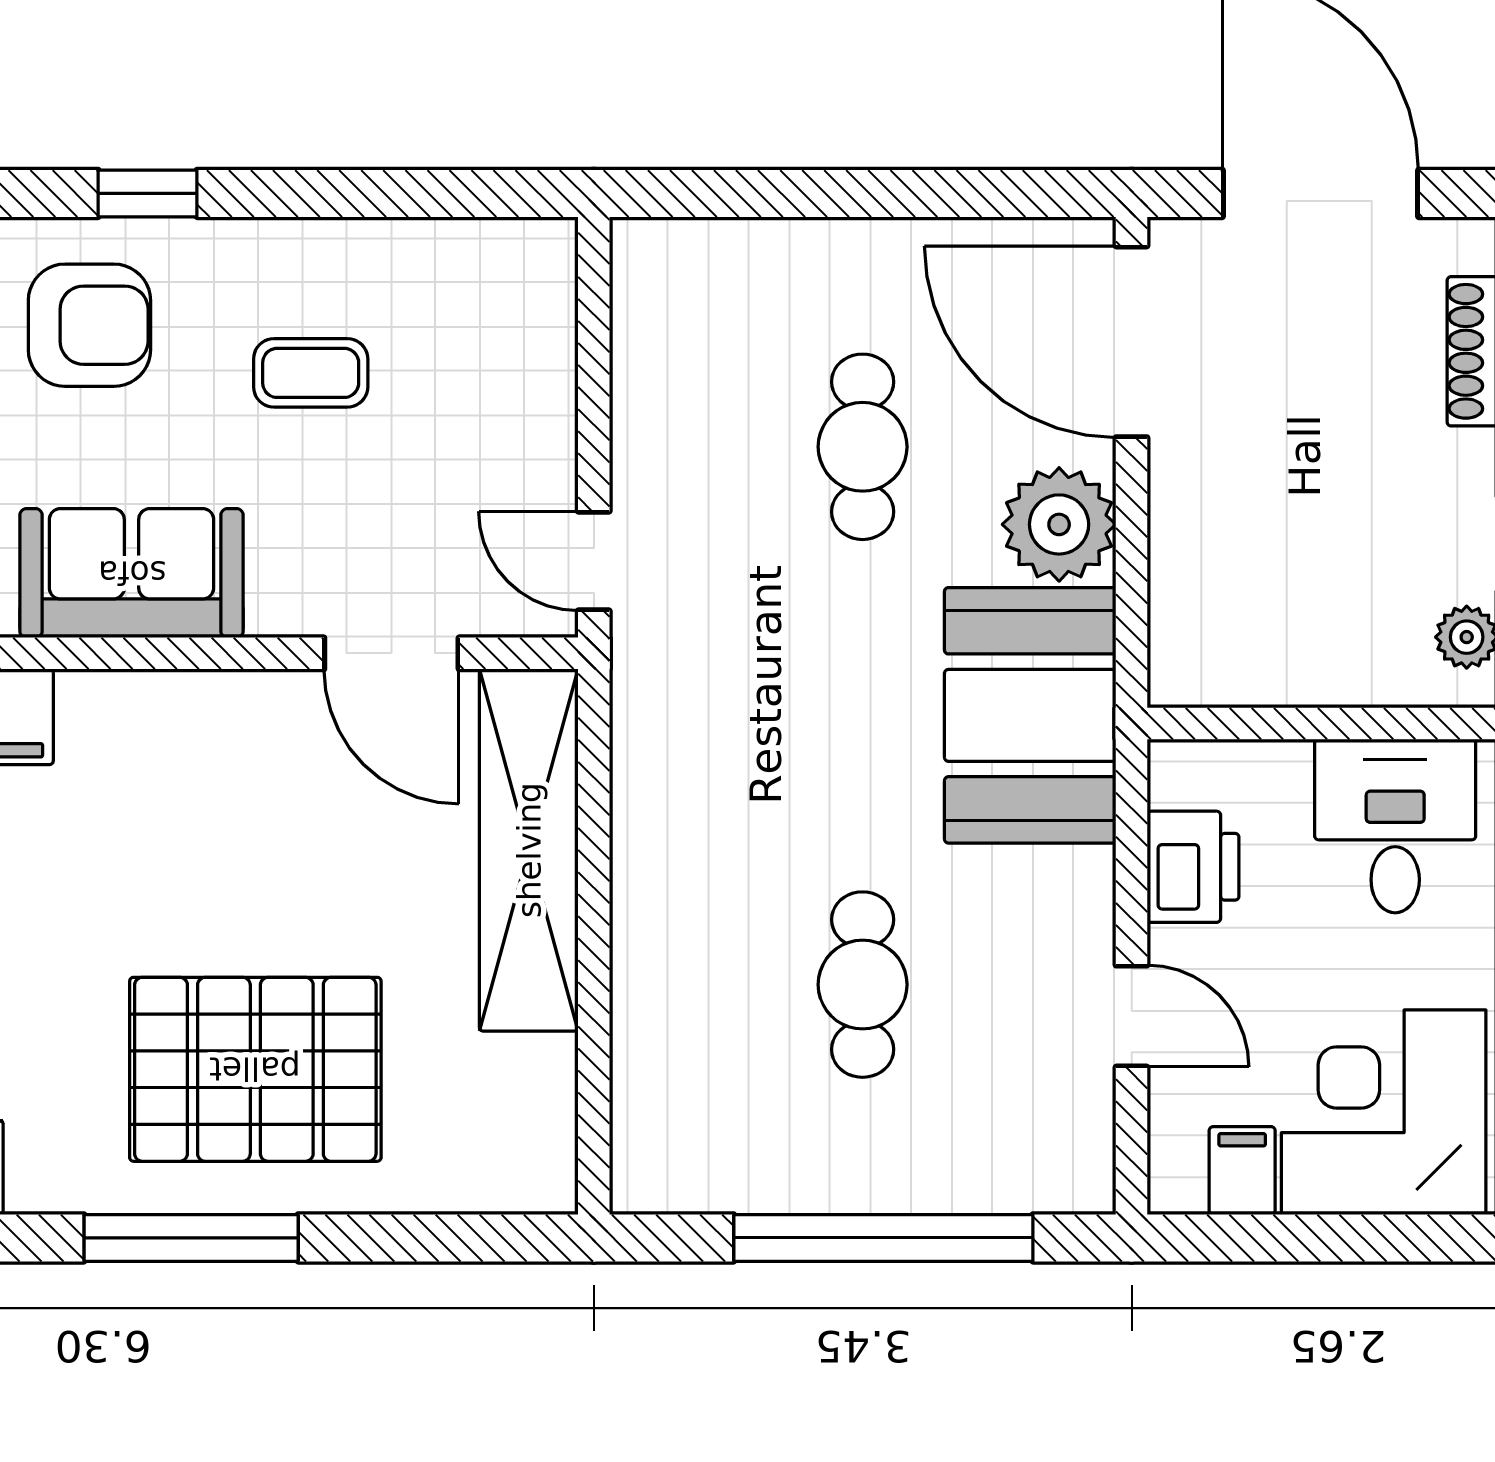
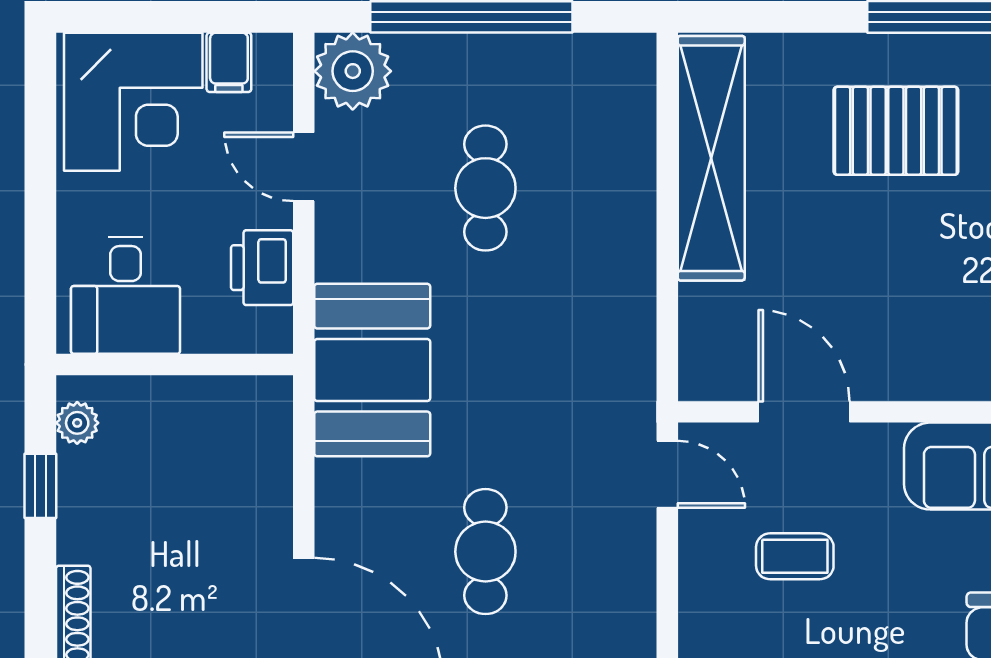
coffee table: (311, 373) -> (795, 556), moved
plant: (1059, 524) -> (353, 71), moved
shelving: (529, 850) -> (711, 158), moved
pallet: (255, 1069) -> (896, 131), width x0.73, depth x0.71

